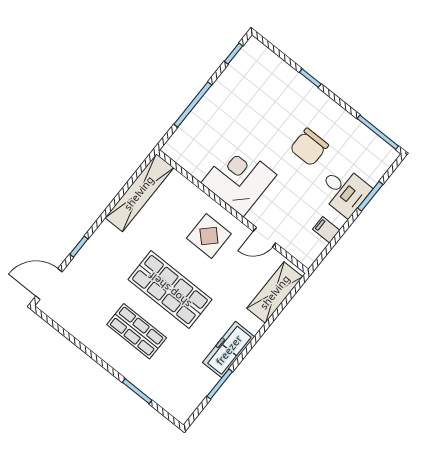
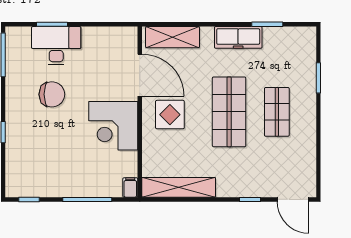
desk: (344, 191) -> (56, 46), width x1.37
filing cabinet: (326, 230) -> (130, 187), moved, turned 180
door: (264, 237) -> (140, 75), width x1.87

